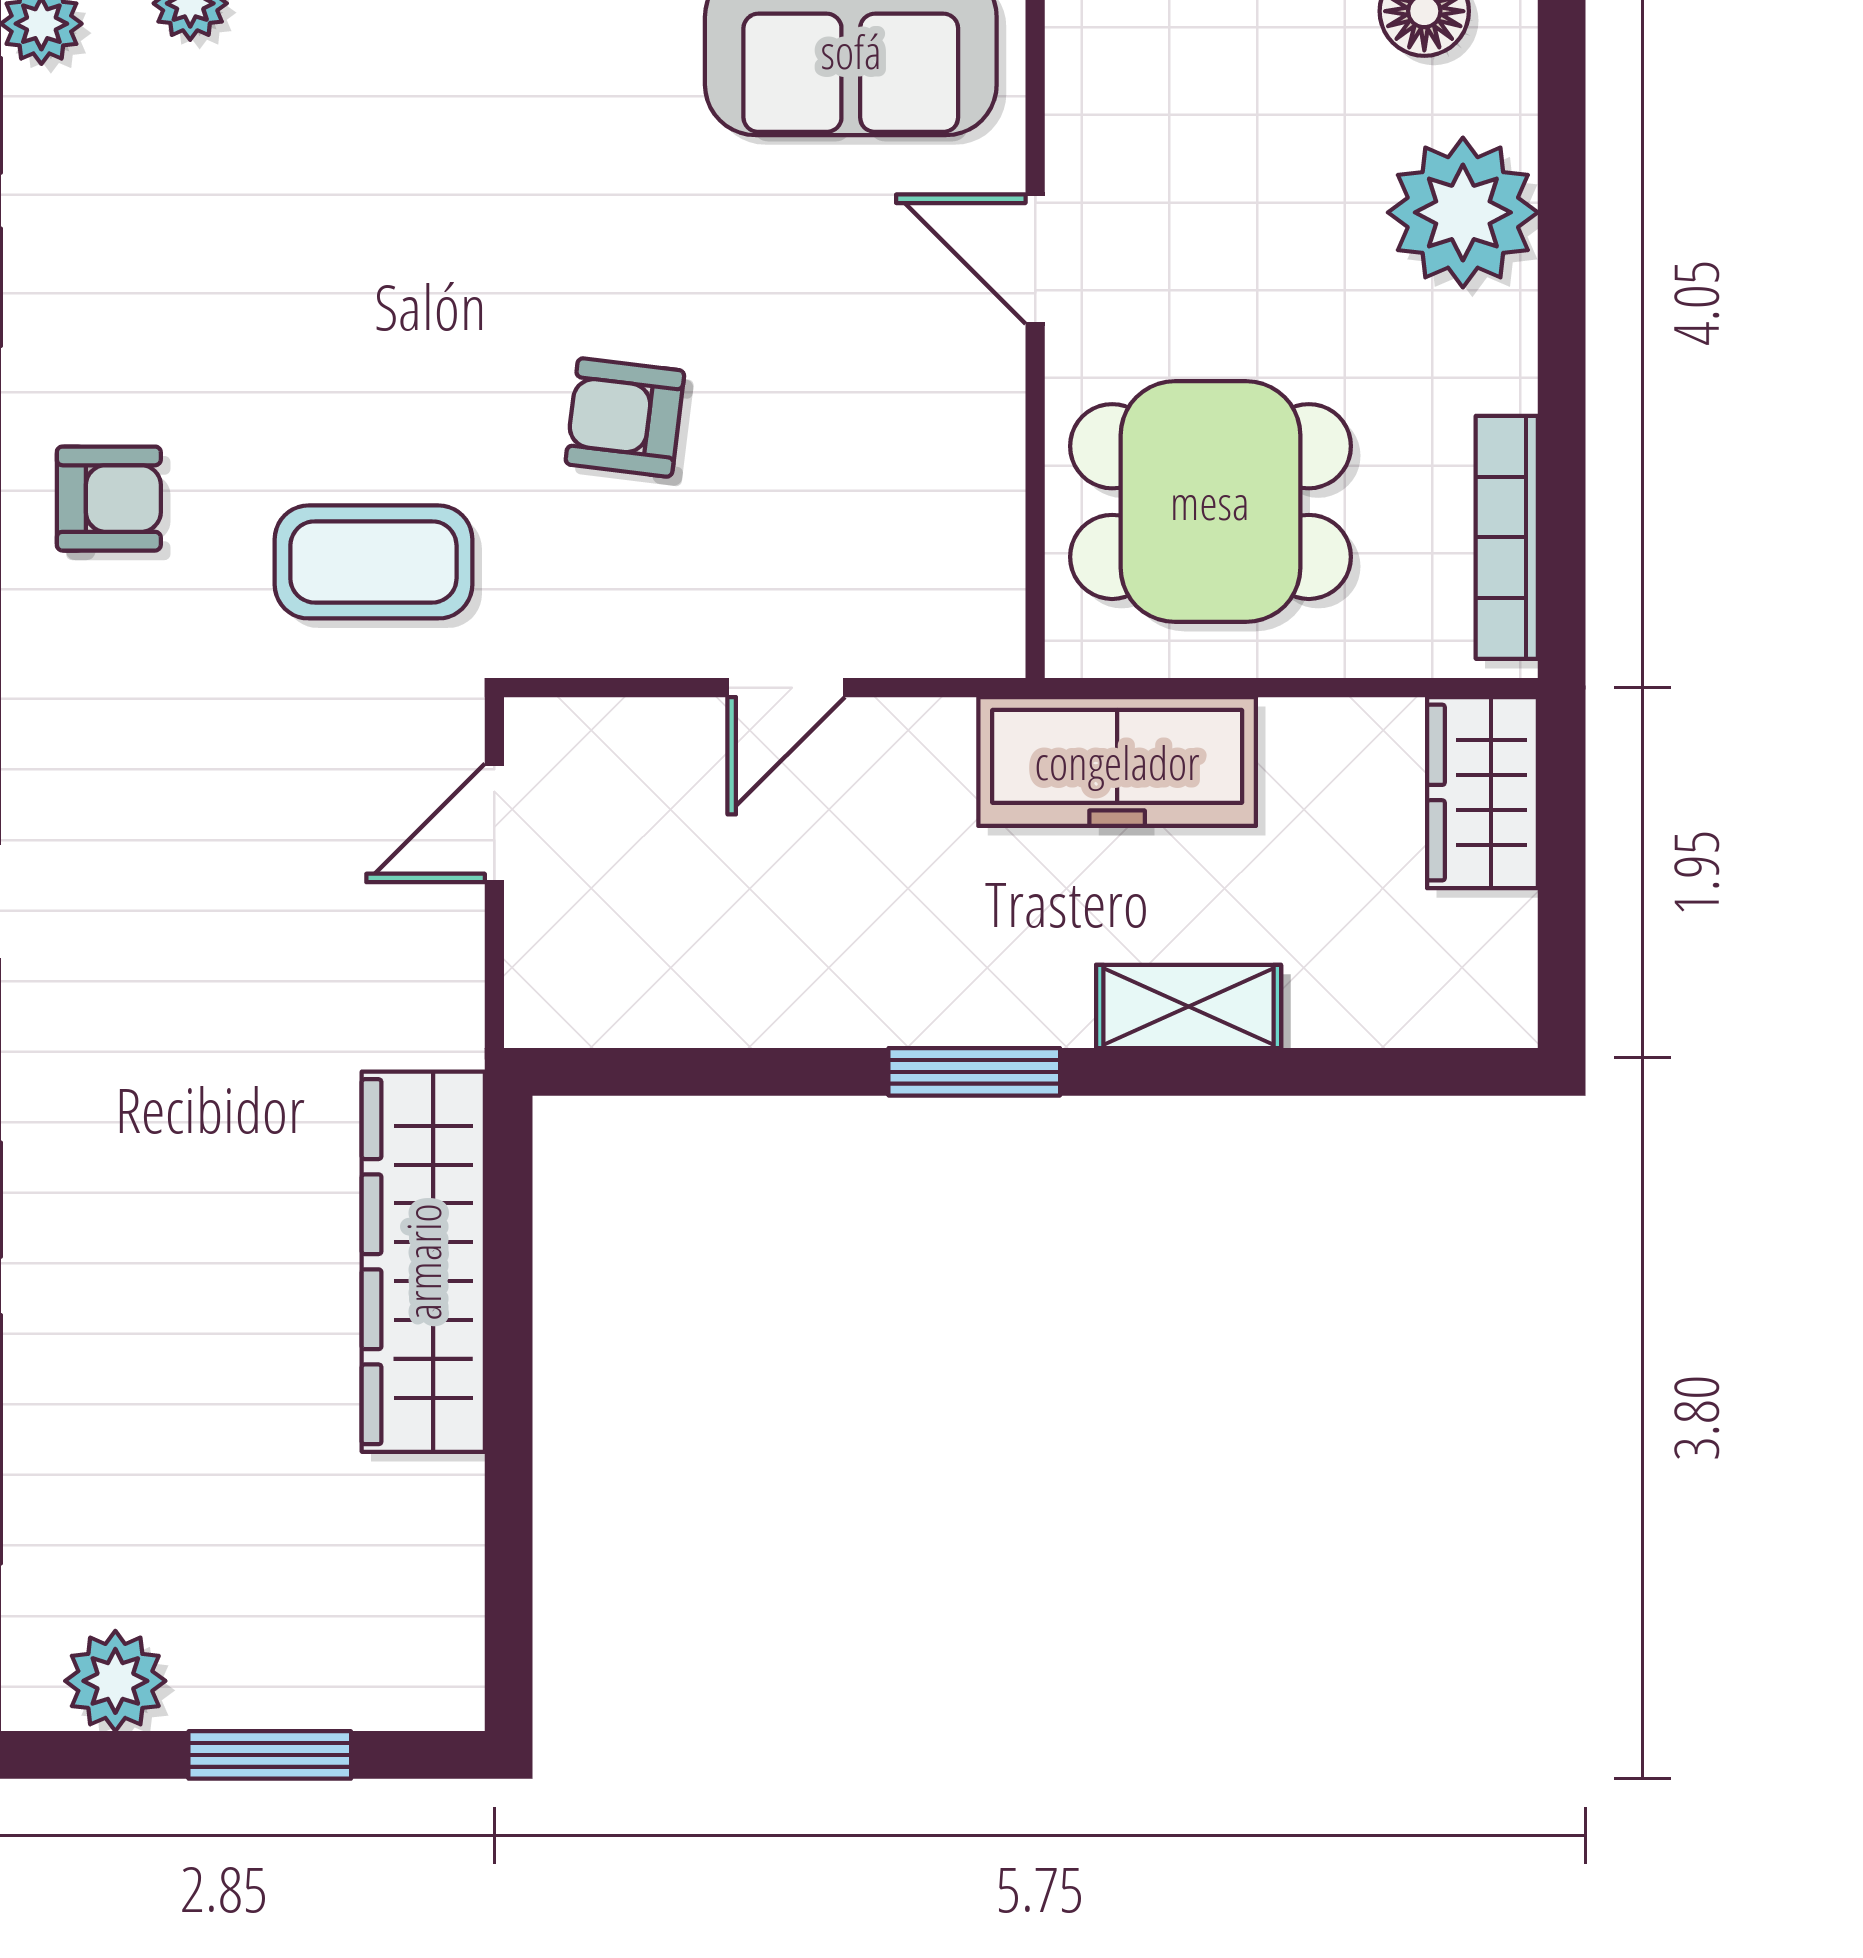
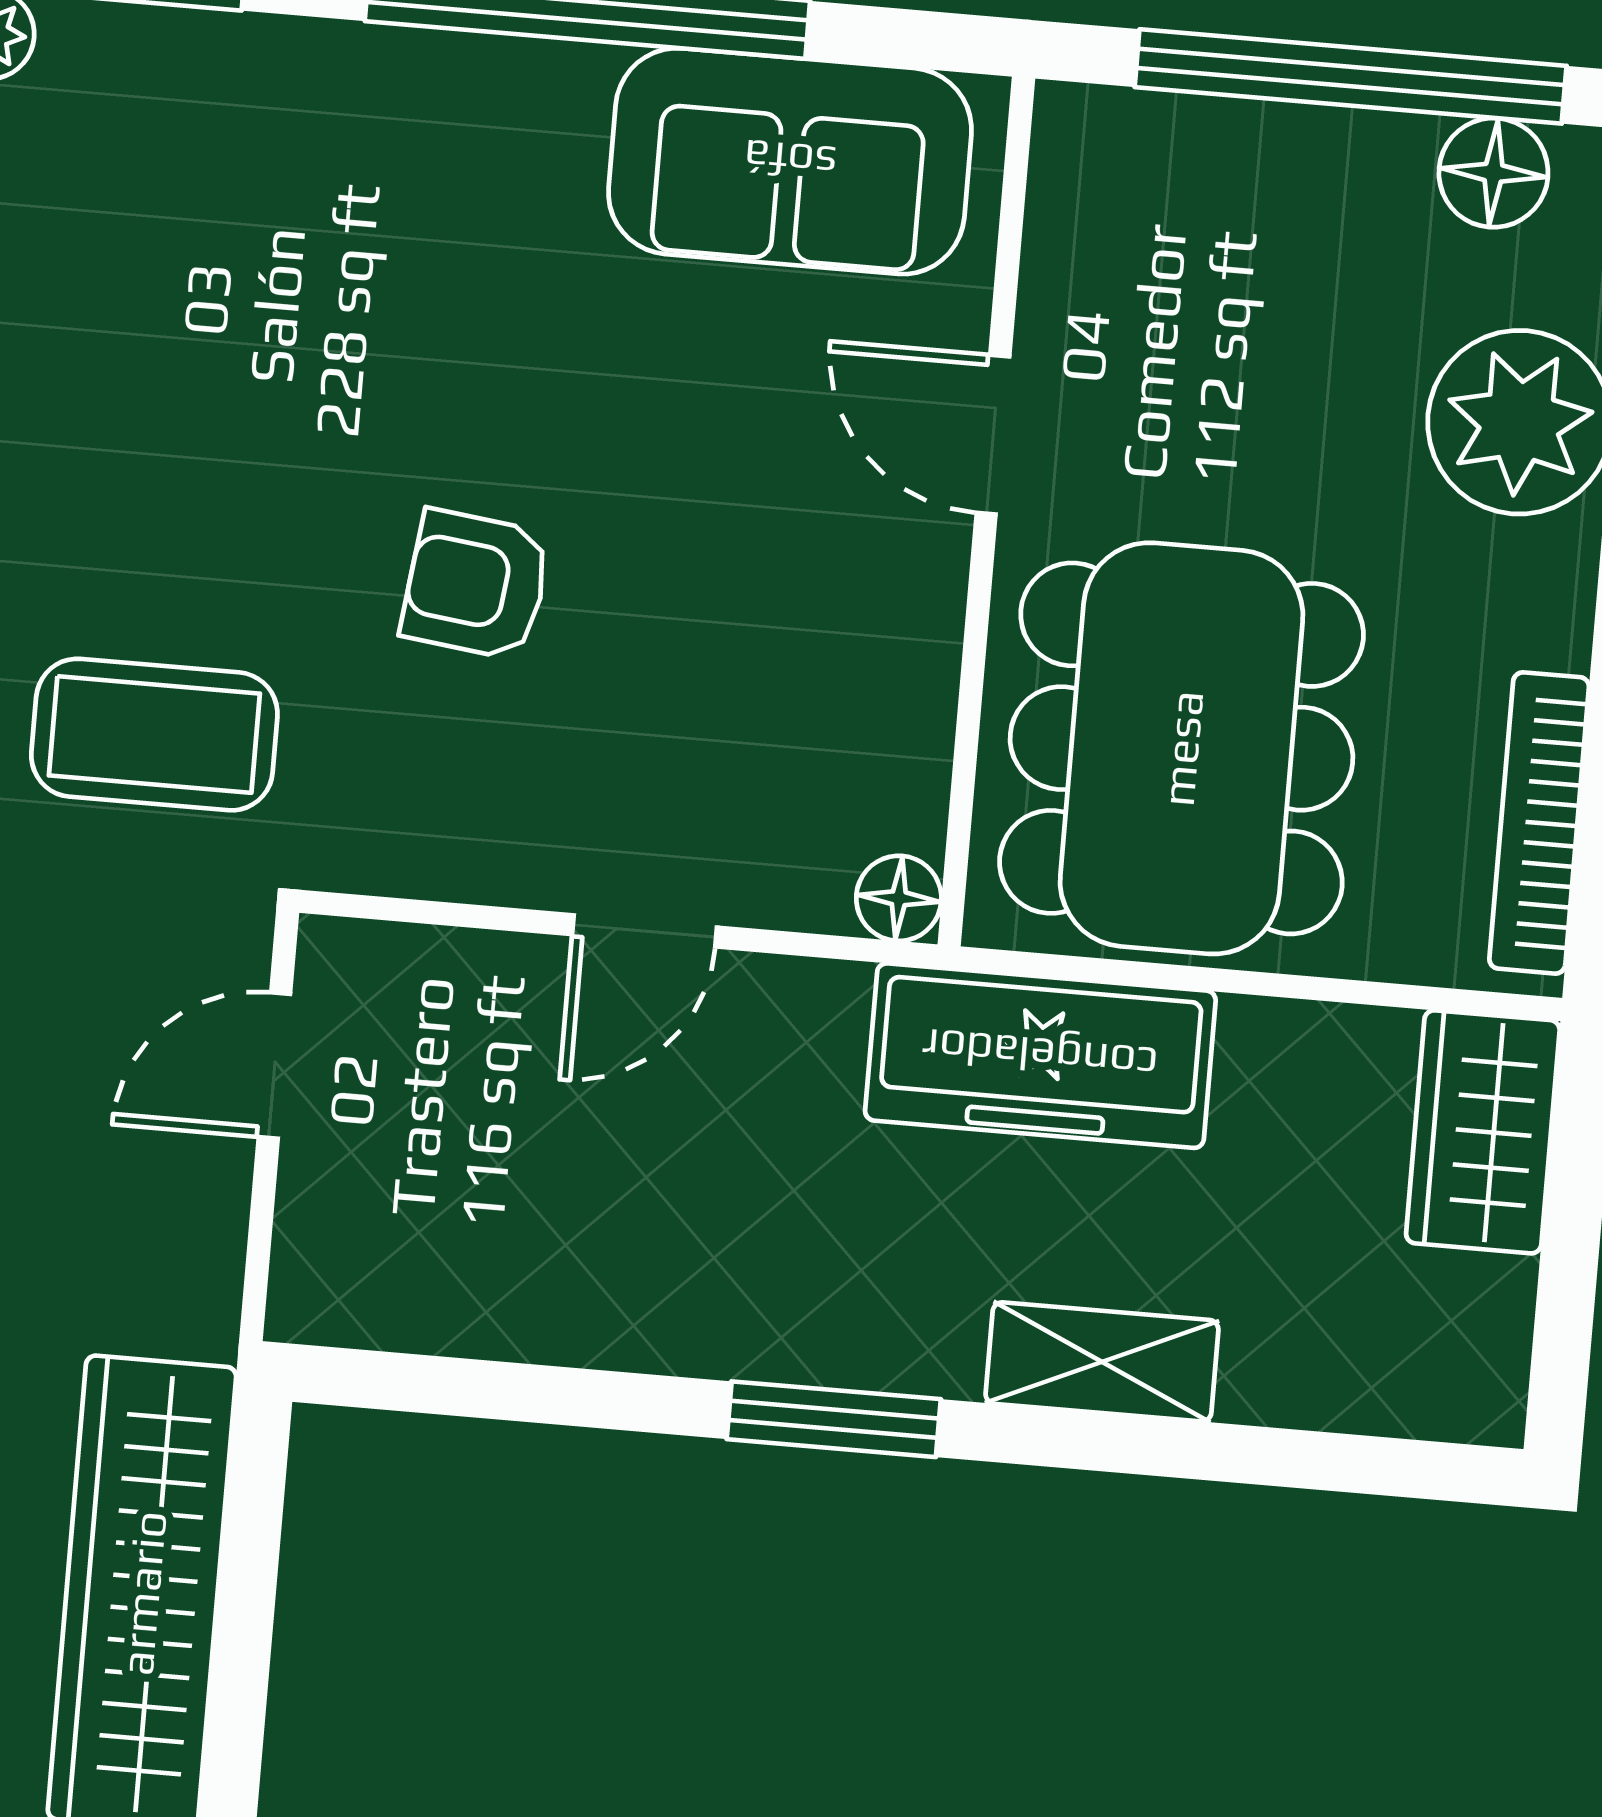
dining table: (1210, 502) -> (1181, 748), width x1.38
floor lamp: (991, 643) -> (899, 898), added

